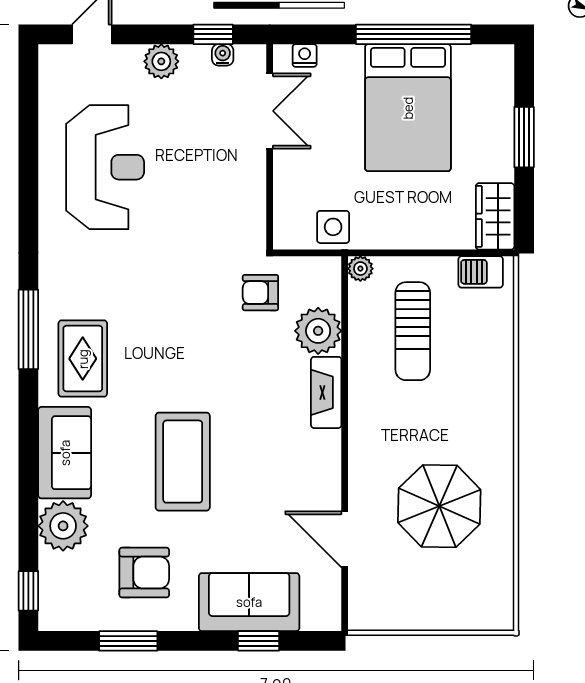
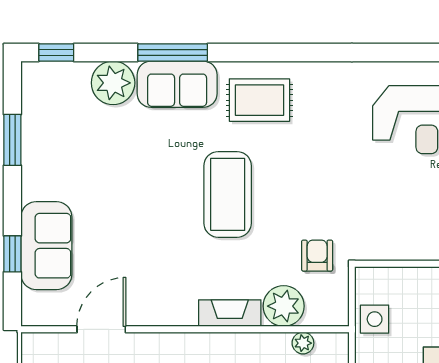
plant: (360, 269) -> (303, 343), moved
window: (28, 329) -> (173, 53), moved
coffee table: (183, 462) -> (228, 194), moved, turned 90
armchair: (144, 573) -> (72, 154), removed

